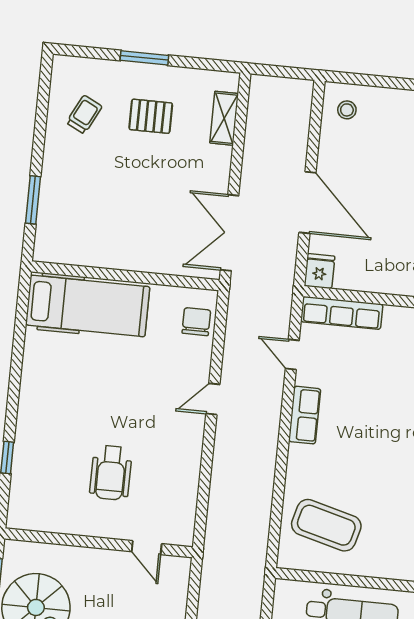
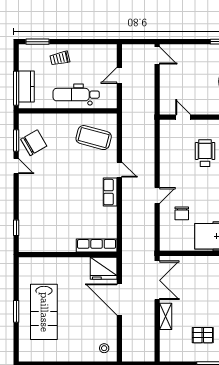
shelving: (224, 118) -> (166, 316), moved
fridge: (319, 271) -> (104, 268), width x1.88, depth x1.34
chair: (196, 322) -> (182, 213), moved
door: (292, 355) -> (119, 170), moved

